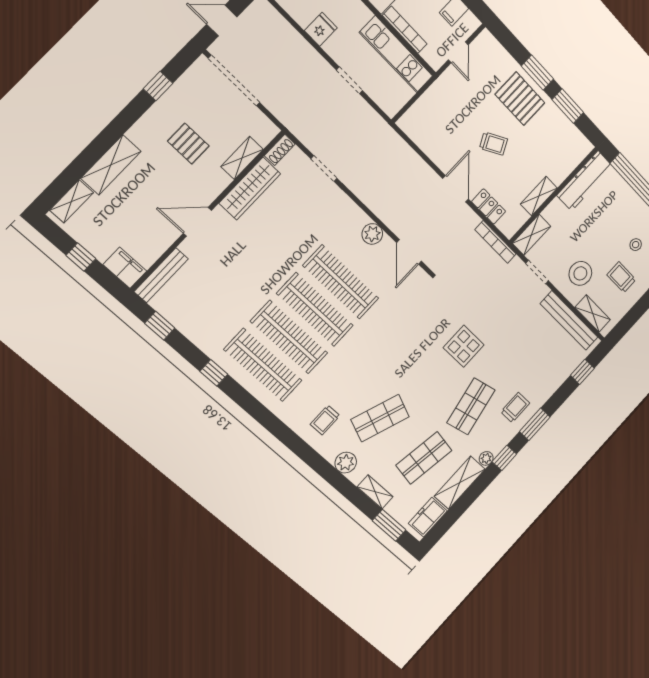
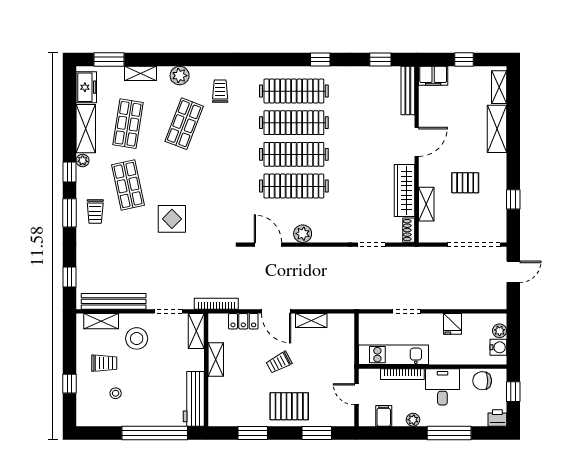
window: (537, 73) -> (317, 433), moved
shelving: (435, 153) -> (311, 320), added

